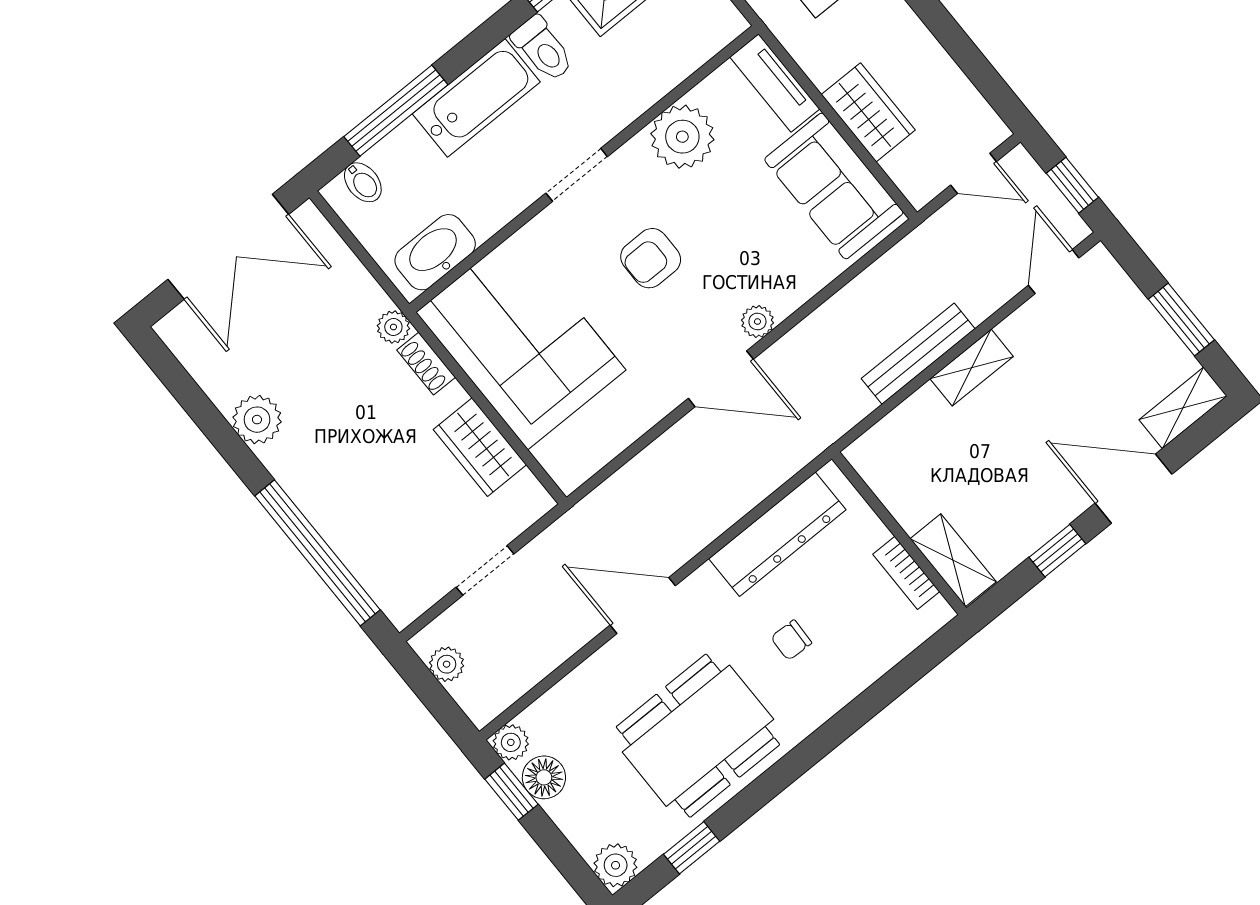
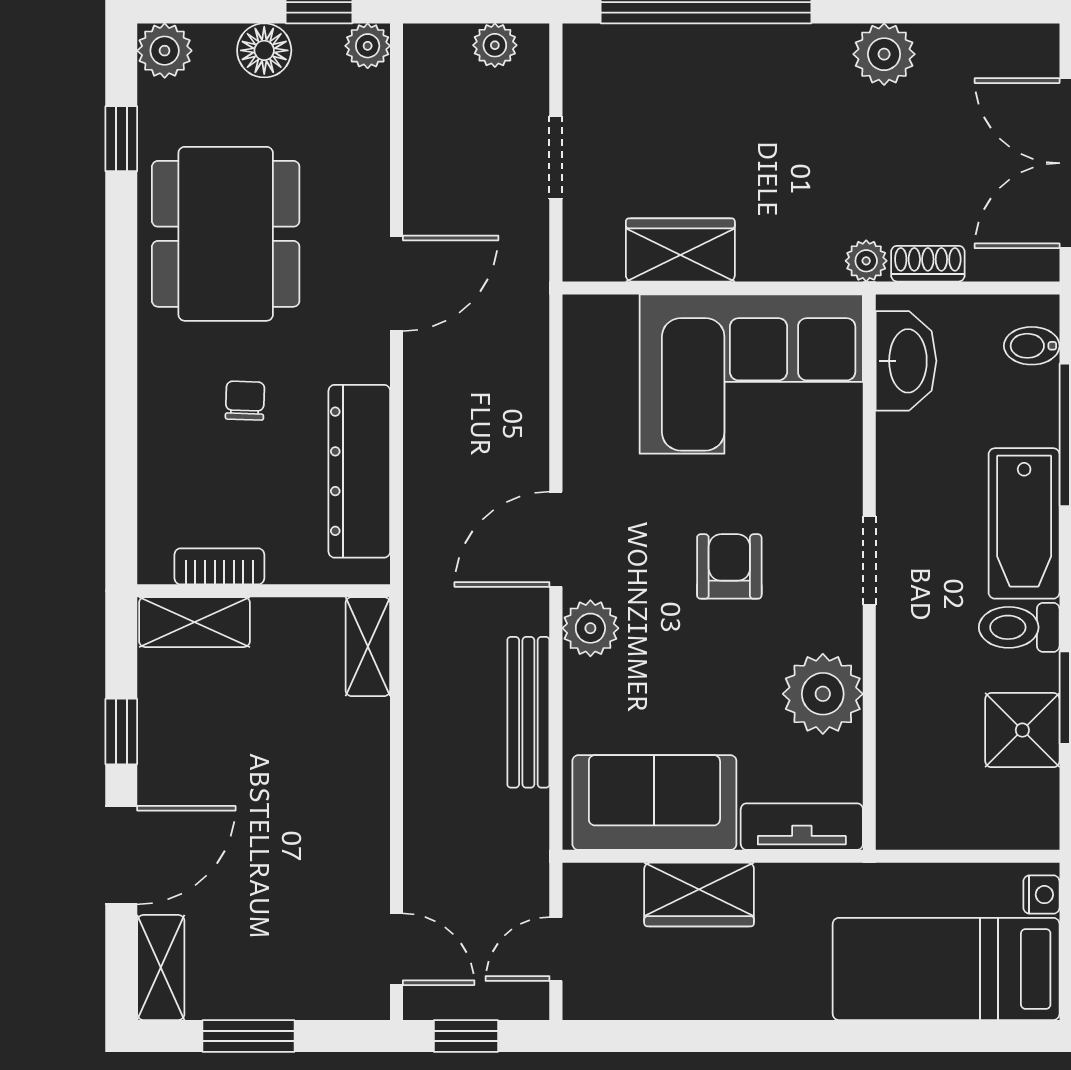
plant: (757, 322) -> (590, 628), width x1.38, depth x1.38
bench: (918, 354) -> (528, 712), moved
shoe rack: (426, 364) -> (928, 264), moved
shelving: (972, 368) -> (368, 647), moved
floor lamp: (544, 777) -> (264, 50), moved

